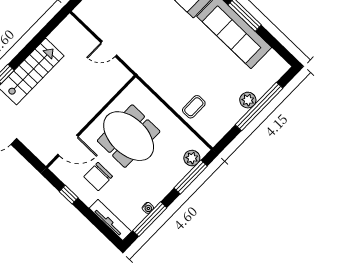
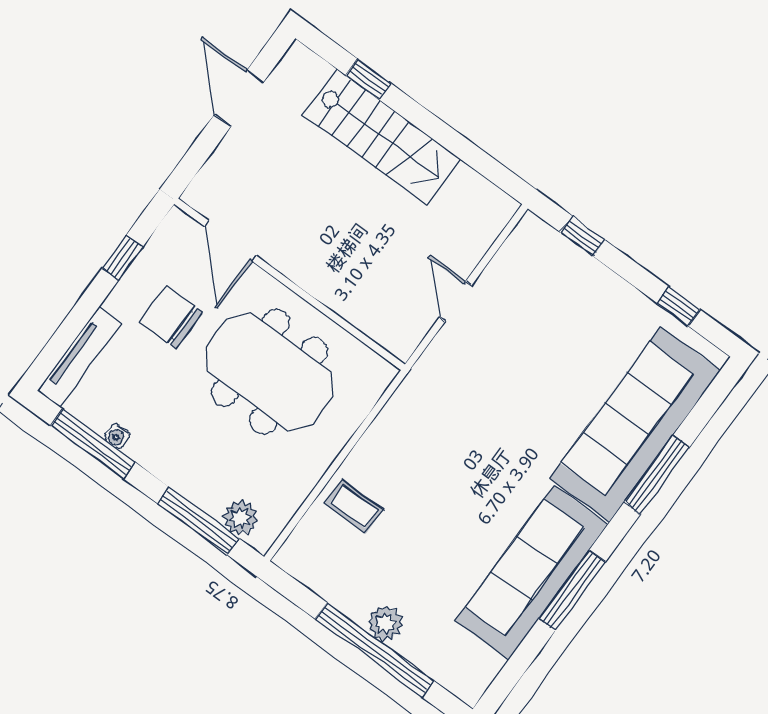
meeting table: (129, 136) -> (269, 372), turned 90

